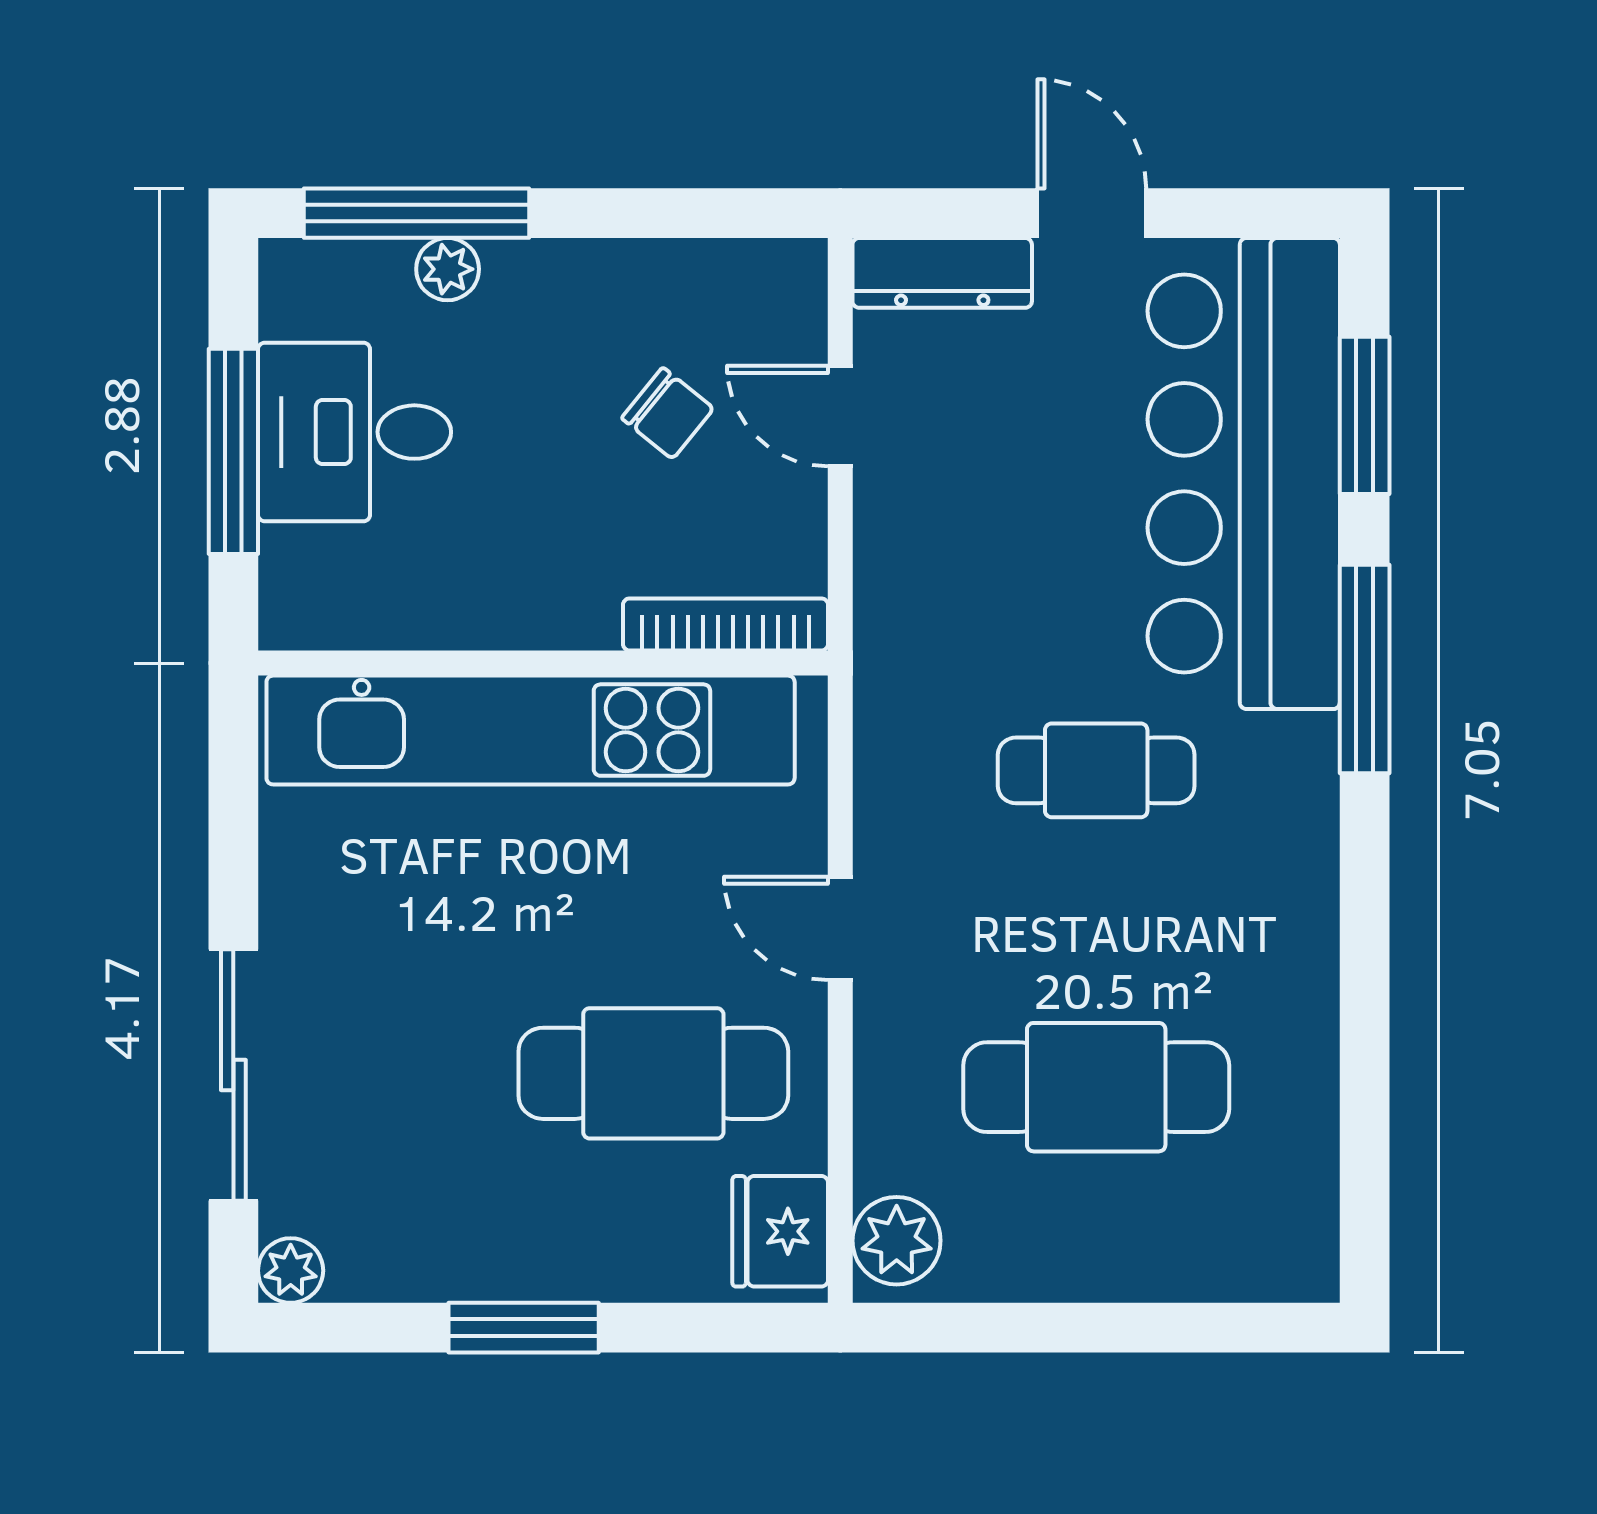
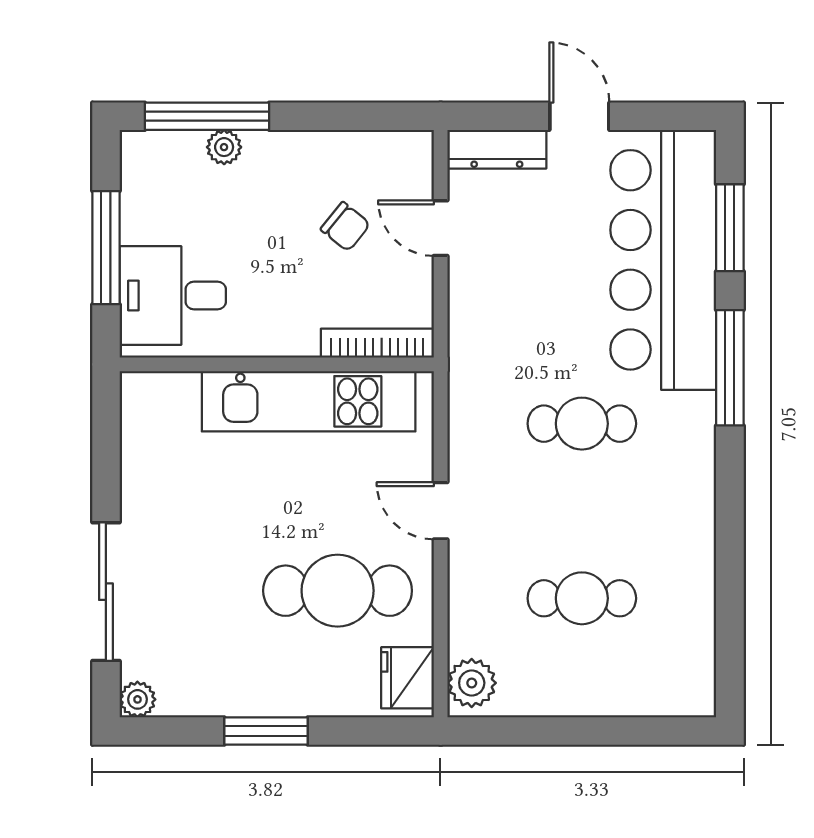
desk: (355, 432) -> (173, 295), moved
kitchen unit: (531, 730) -> (309, 401), width x0.73
cafe table: (1096, 1087) -> (582, 598), width x0.73, depth x0.74

